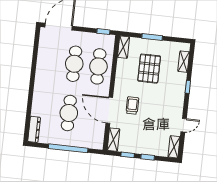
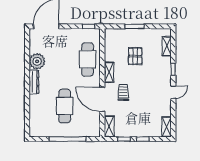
shelving: (123, 47) -> (109, 72), moved
plant: (45, 63) -> (37, 61), added
cafe table: (74, 64) -> (65, 59), removed
pallet: (149, 69) -> (135, 56), width x0.67, depth x0.71
door: (184, 125) -> (173, 92), moved
dresser: (34, 129) -> (34, 82), moved

